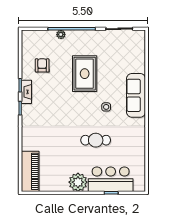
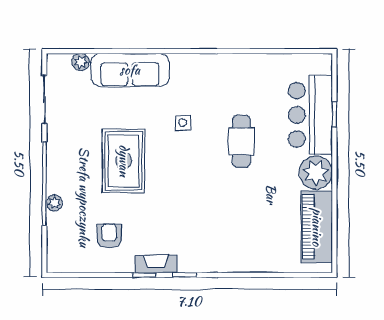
plant: (141, 49) -> (81, 62), added
armchair: (42, 65) -> (109, 236), turned 90
rug: (85, 74) -> (124, 161), turned 90
sofa: (136, 95) -> (130, 70), moved
piano: (30, 171) -> (317, 227), moved, turned -90

